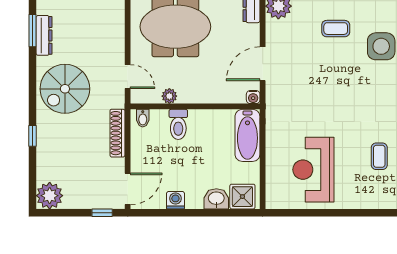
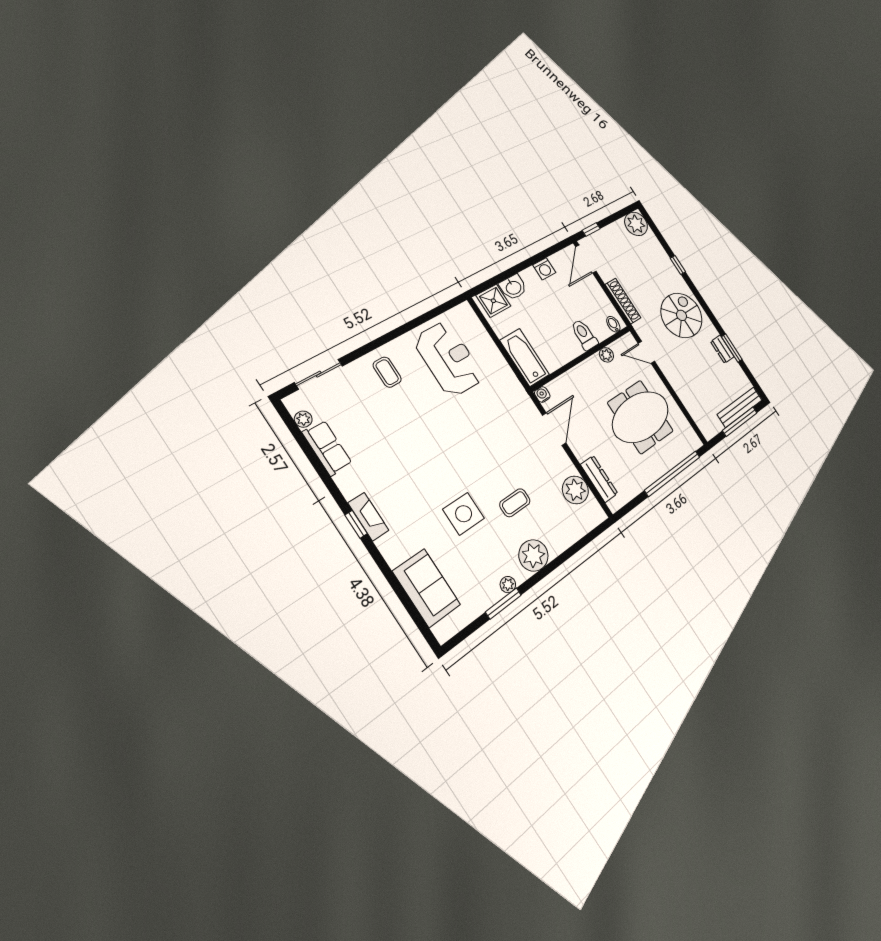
dresser: (44, 35) -> (722, 349), width x0.70
coffee table: (379, 156) -> (387, 372), moved

